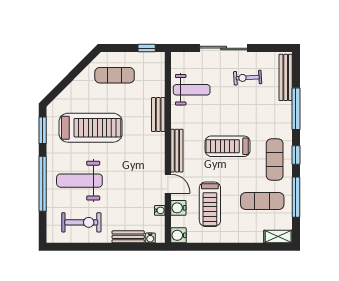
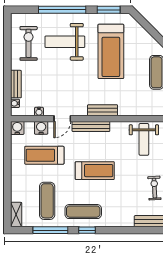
window: (296, 109) -> (127, 230), removed
bench: (158, 115) -> (103, 110), moved
treadmill: (228, 146) -> (95, 171), turned 90
weight bench: (79, 181) -> (65, 42), turned -90
exercise bike: (81, 222) -> (29, 43), turned 180

